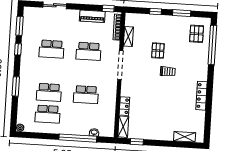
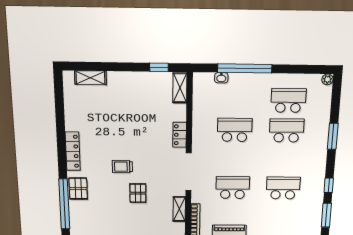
pallet: (197, 34) -> (78, 189), moved
locker: (201, 96) -> (73, 151), moved
locker: (124, 106) -> (180, 135), moved

